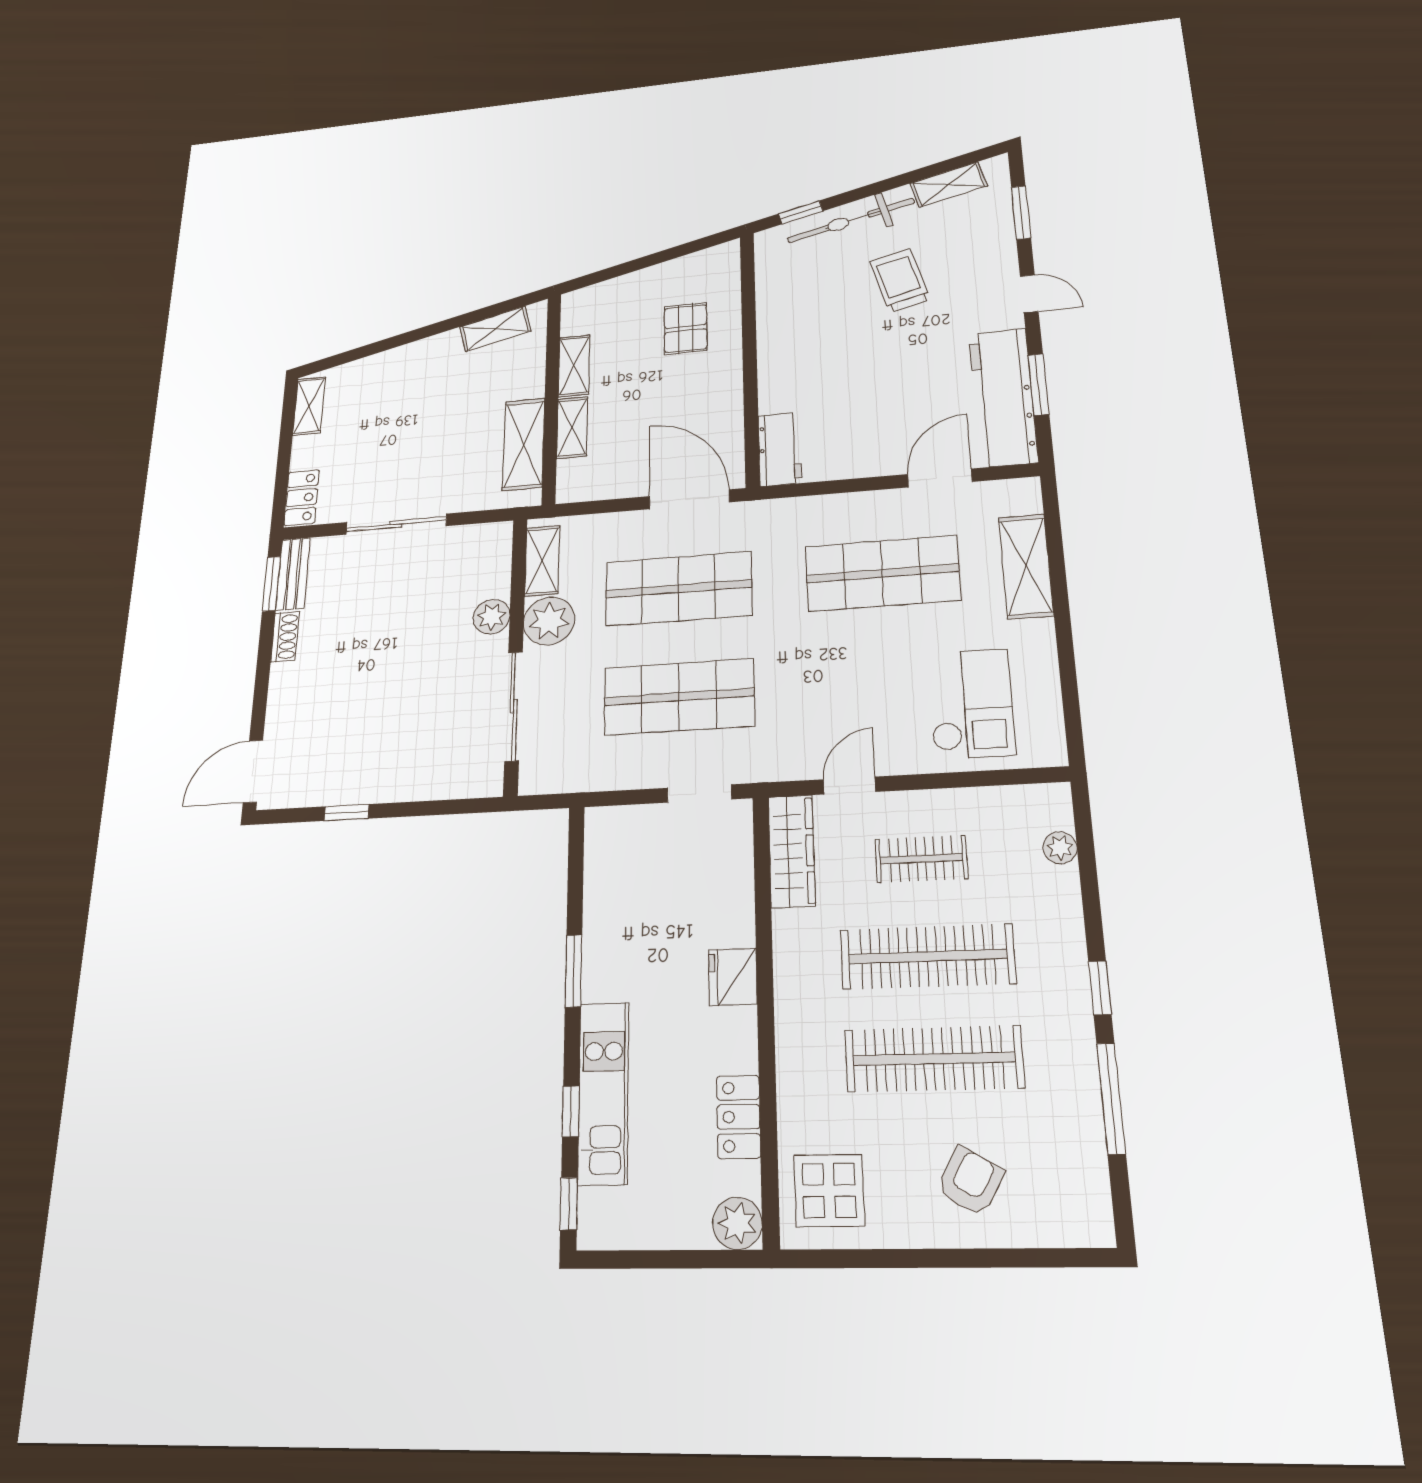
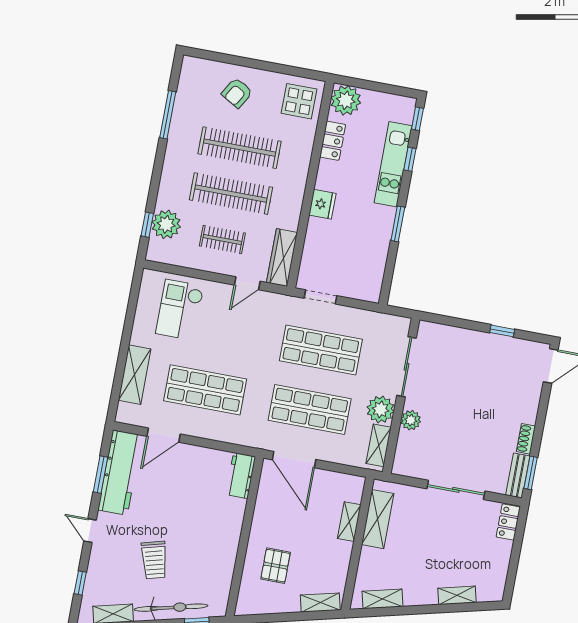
window: (1021, 213) -> (80, 583), width x0.67
shelving: (574, 366) -> (320, 603), moved, turned 76
shelving: (309, 406) -> (457, 595), moved, turned 76
plant: (1060, 848) -> (166, 224), width x1.87, depth x1.87
window: (1100, 988) -> (147, 225), moved
plant: (737, 1223) -> (346, 100), width x1.36, depth x1.36

